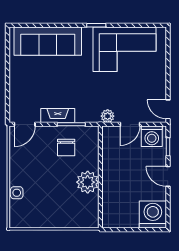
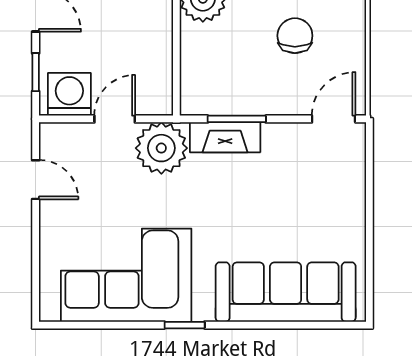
door: (168, 109) -> (36, 180), moved
fireplace: (58, 115) -> (225, 137), moved
plant: (108, 116) -> (161, 148), width x1.88, depth x1.88
chair: (66, 147) -> (295, 36), moved

